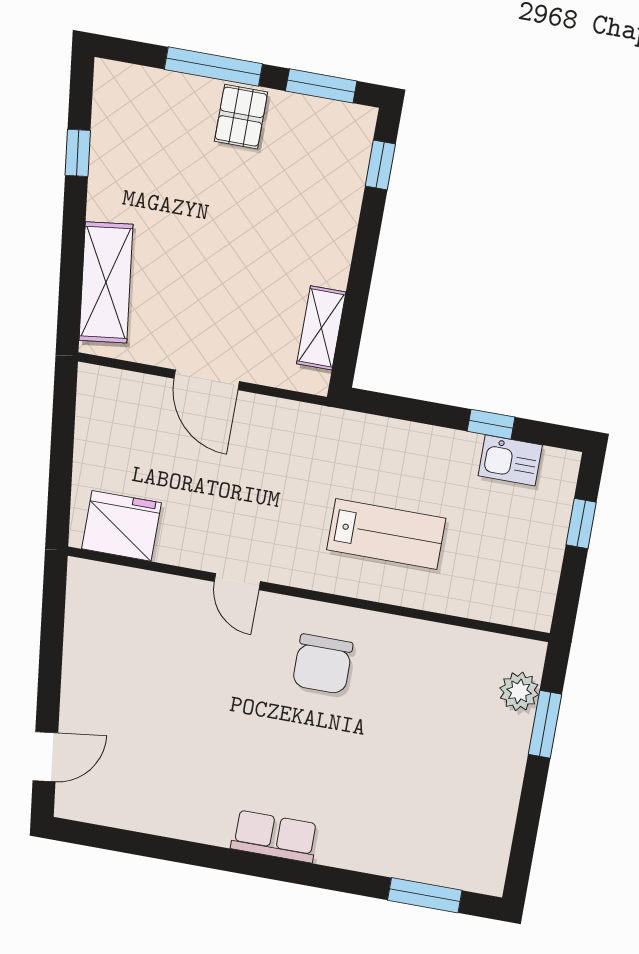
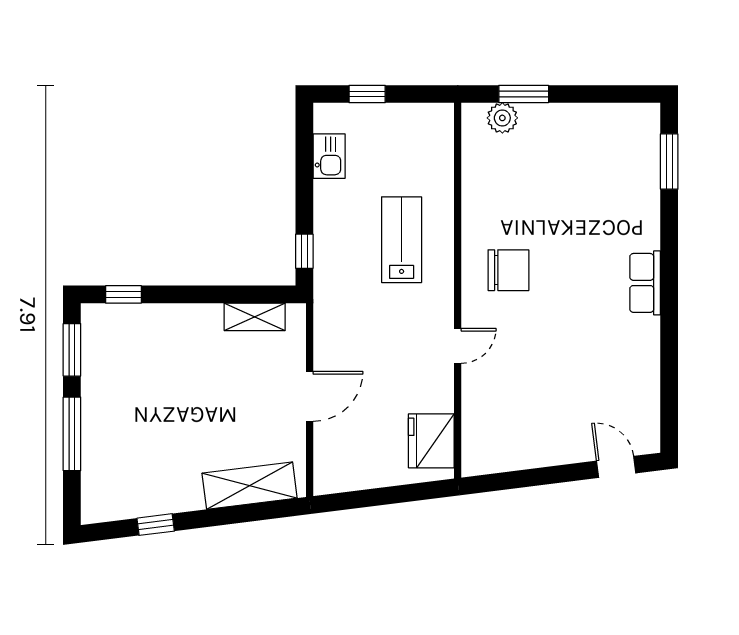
pallet: (241, 117) -> (106, 406), removed
window: (491, 424) -> (304, 251), moved

